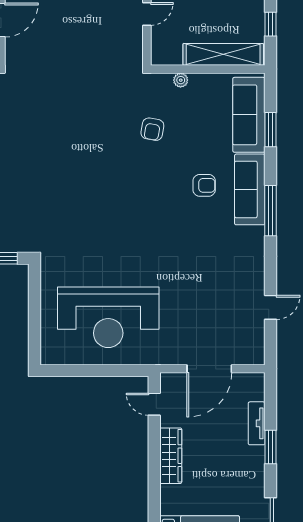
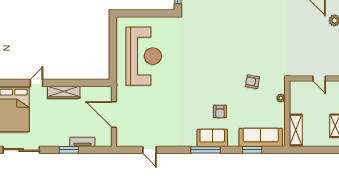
window: (270, 24) -> (313, 150), removed
shelving: (223, 54) -> (296, 130), width x0.68
sofa: (250, 189) -> (212, 138), width x0.73
reception desk: (108, 317) -> (144, 56), turned 180
door: (154, 404) -> (36, 83), moved

